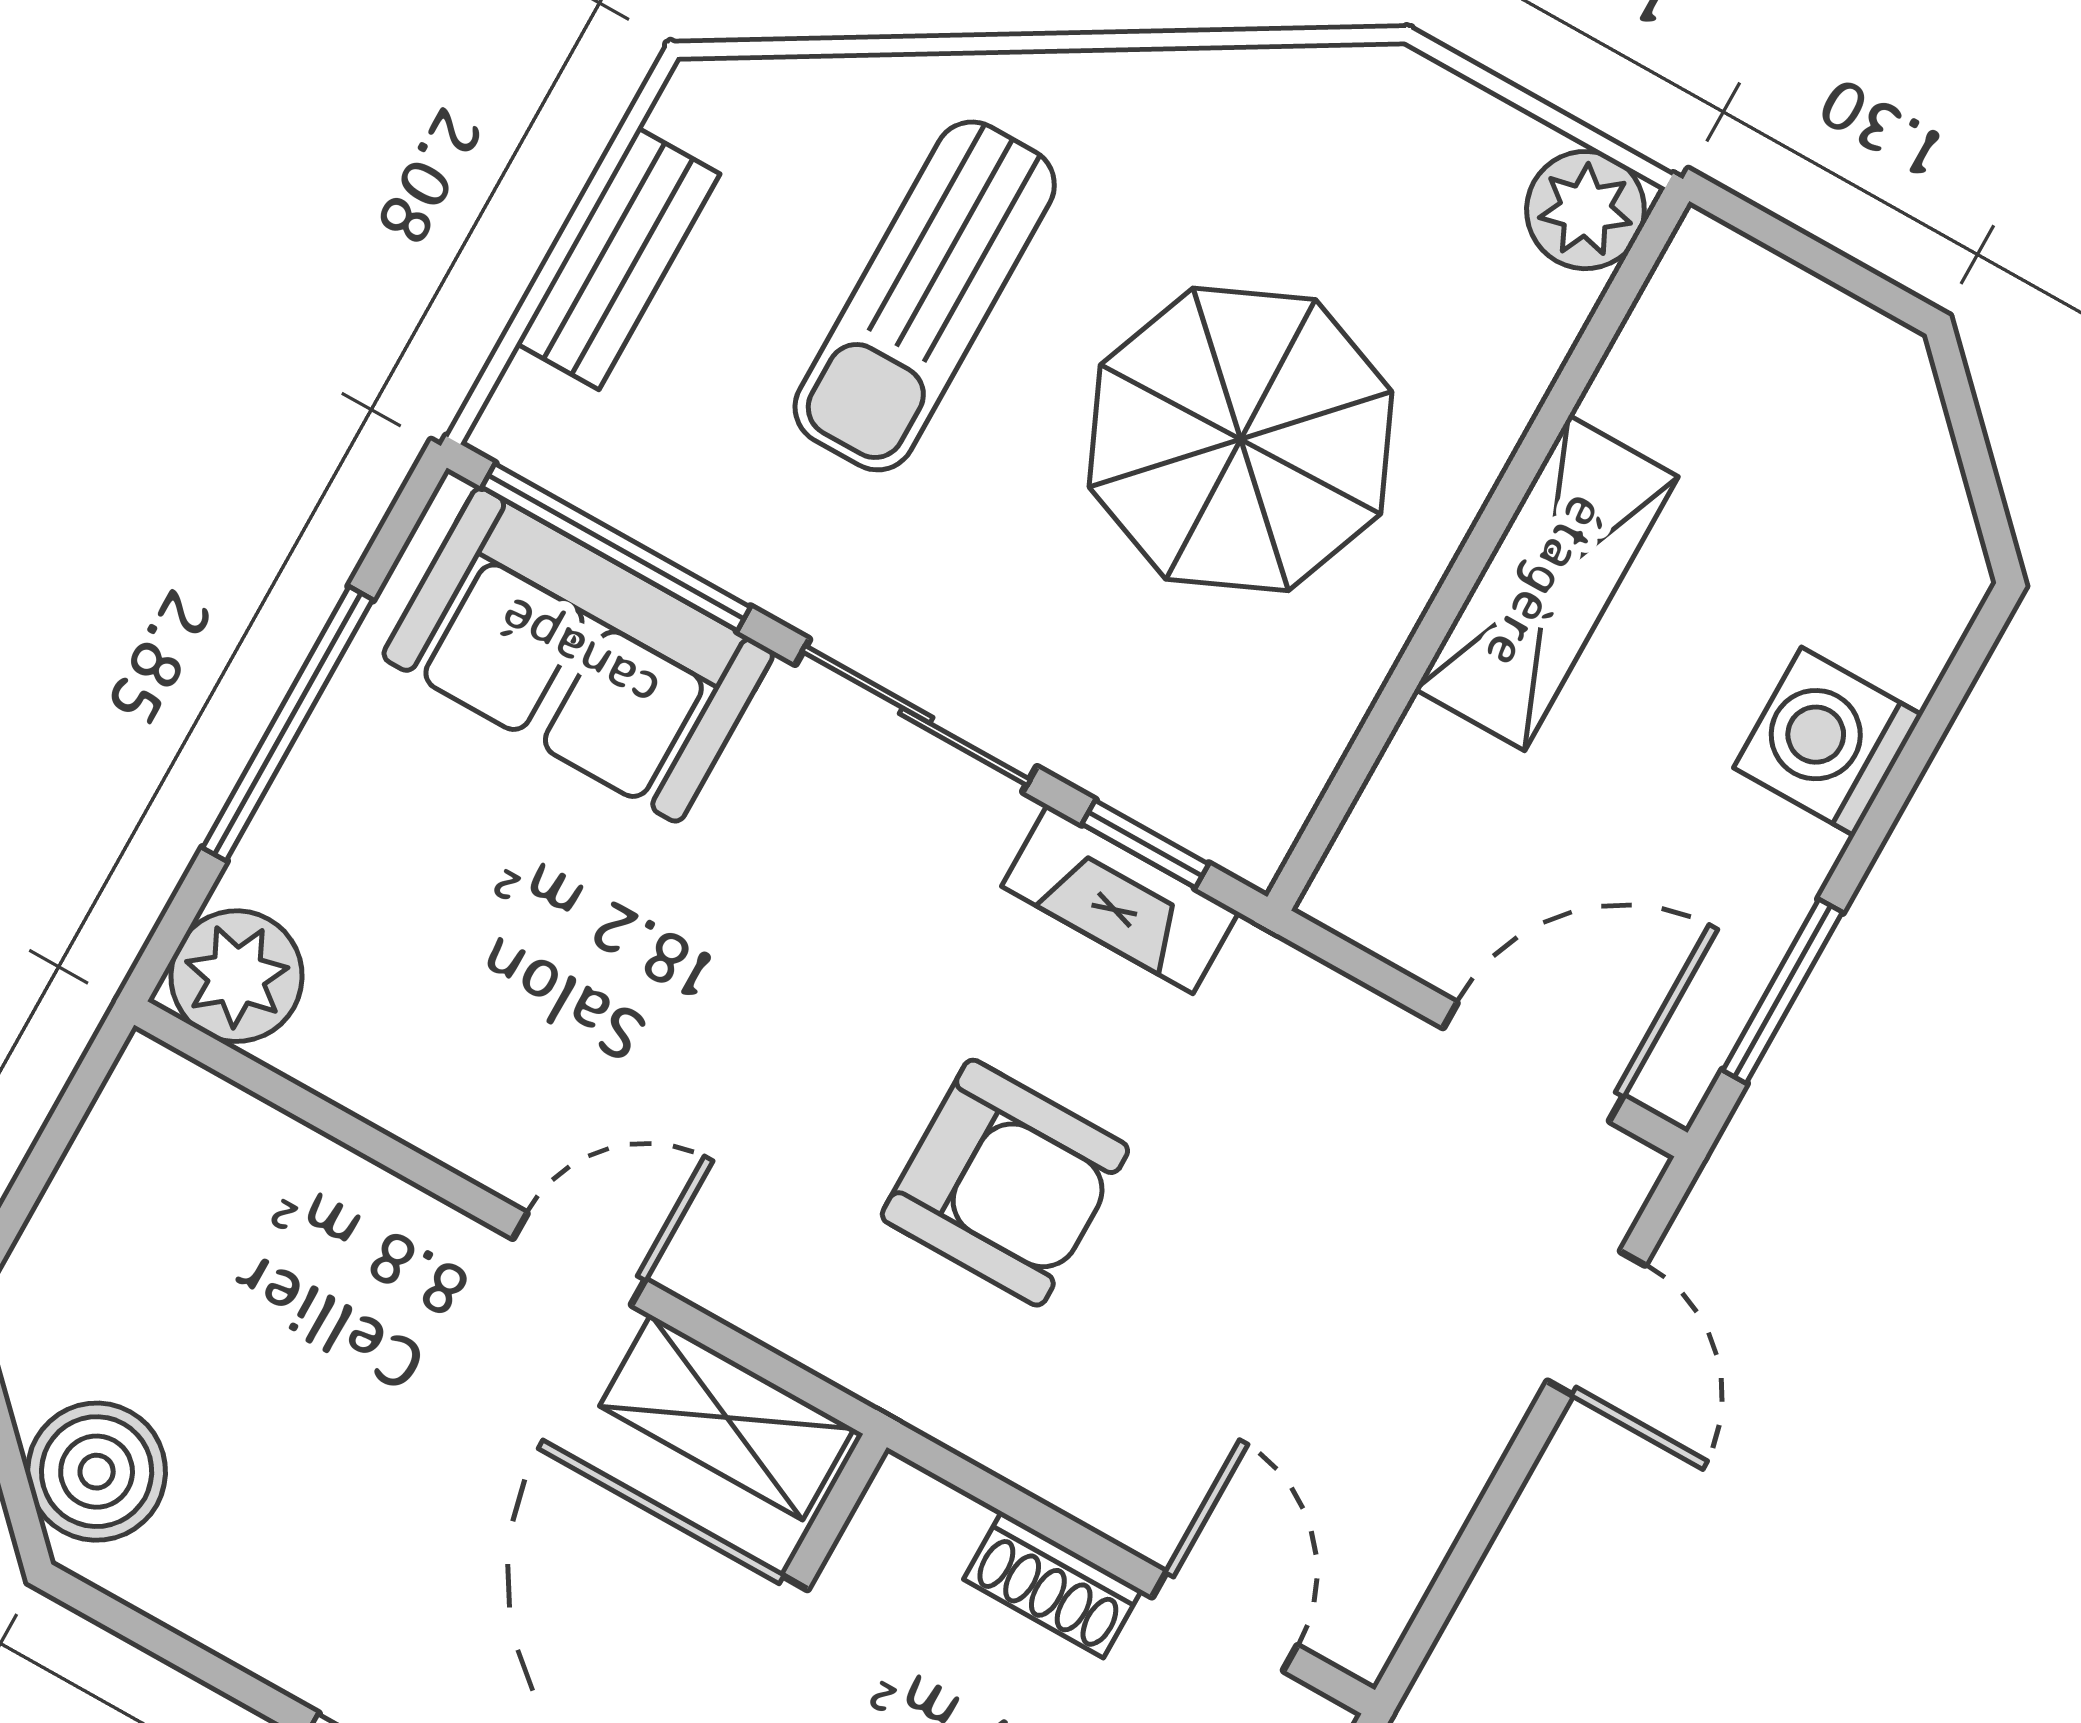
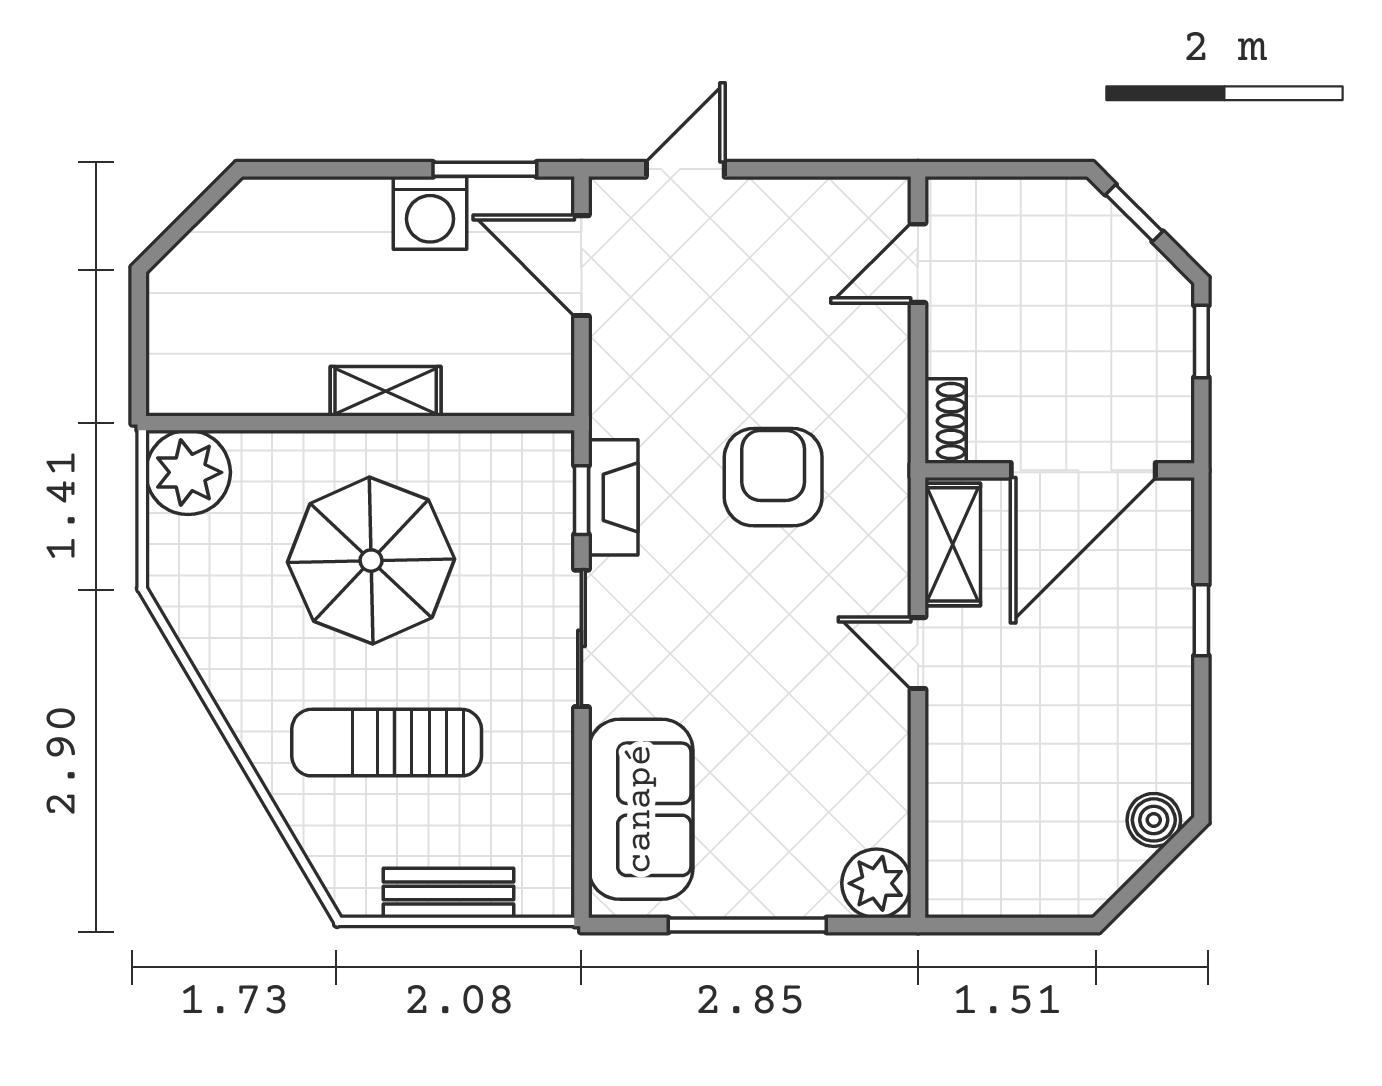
plant: (1585, 210) -> (188, 472), width x1.36, depth x1.36
sun lounger: (925, 296) -> (387, 743), turned 180
window: (616, 547) -> (581, 820), removed
shelving: (1547, 583) -> (386, 391), width x0.67, depth x0.75
washing machine: (1828, 741) -> (430, 213), moved
boiler: (97, 1472) -> (1154, 820), width x0.73, depth x0.73
shoe rack: (1052, 1585) -> (946, 421), moved

